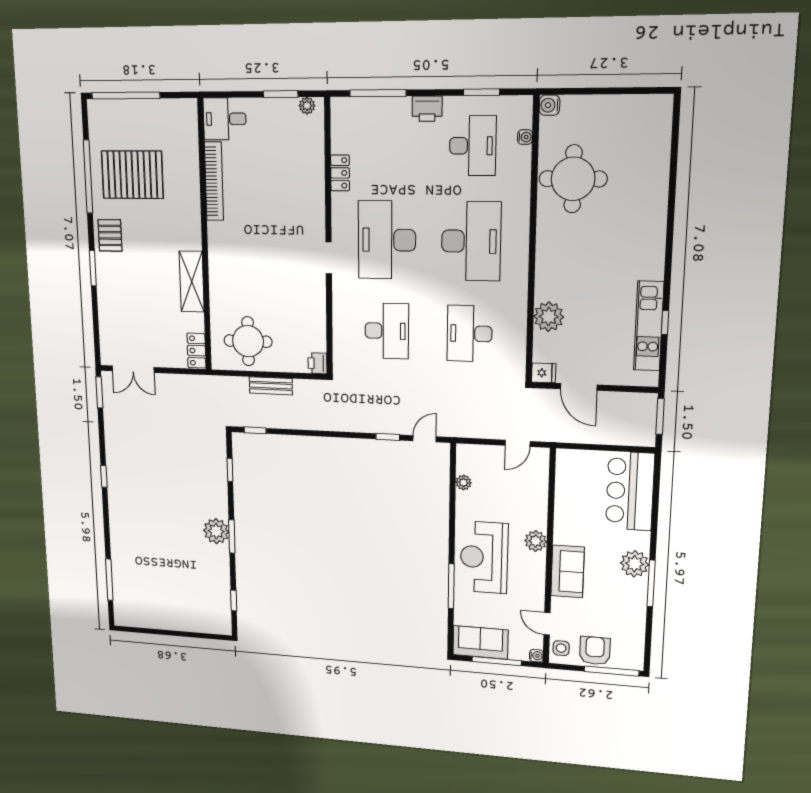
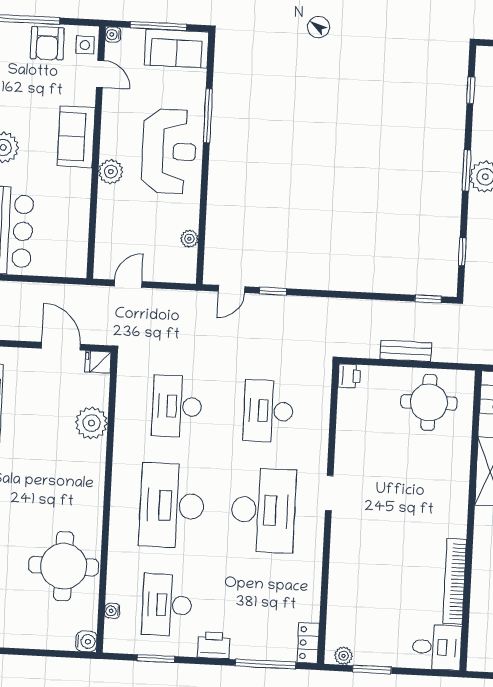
locker: (340, 173) -> (308, 643), moved
desk: (470, 334) -> (177, 406), turned 180

